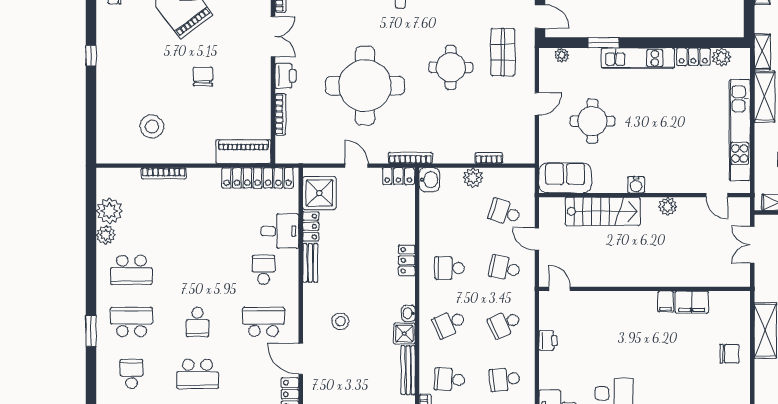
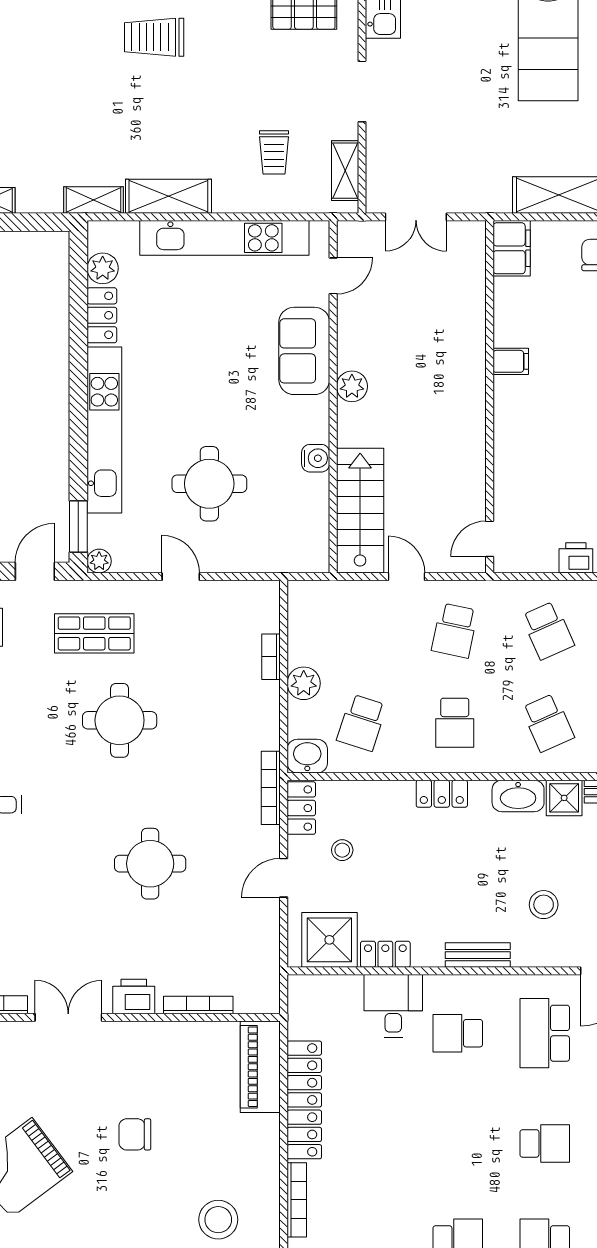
window: (603, 43) -> (78, 527), moved
plant: (562, 55) -> (99, 561), moved
kitchen unit: (638, 58) -> (104, 430), width x1.36
round table: (365, 86) -> (150, 864), width x0.54, depth x0.54
locker: (258, 178) -> (304, 1100), moved
sofa: (565, 178) -> (304, 351), moved
water cooler: (636, 185) -> (316, 458), moved
stool: (373, 201) -> (342, 850), added
plant: (668, 206) -> (352, 386), moved
stairs: (603, 211) -> (360, 511), moved
school desk: (505, 212) -> (362, 723), moved
door: (537, 239) -> (407, 577), swing flipped
bench: (310, 263) -> (478, 955), moved
filing cabinet: (692, 302) -> (512, 248), moved
washbasin: (408, 313) -> (518, 796), width x1.91, depth x1.45

